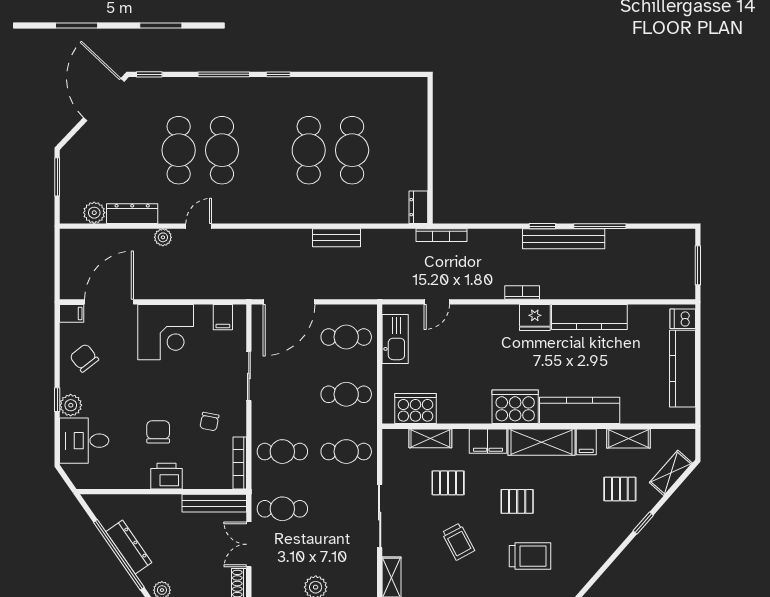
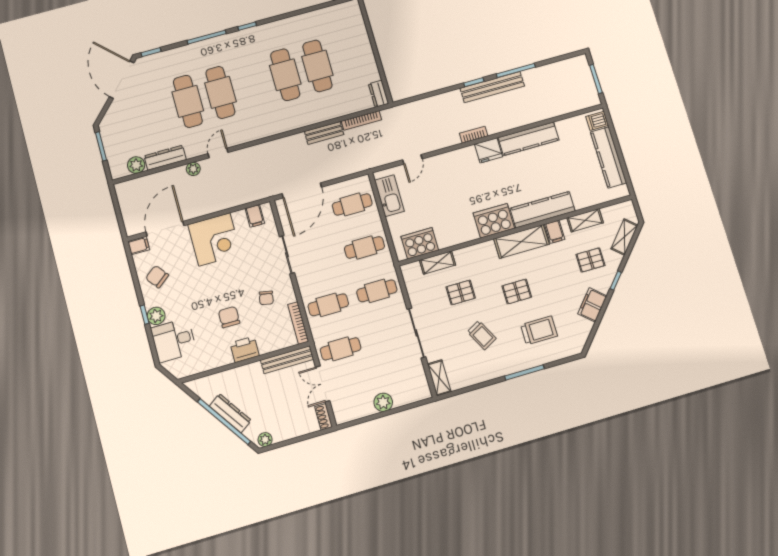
bookcase: (441, 235) -> (361, 120), moved
filing cabinet: (488, 441) -> (592, 305), moved, turned 131

